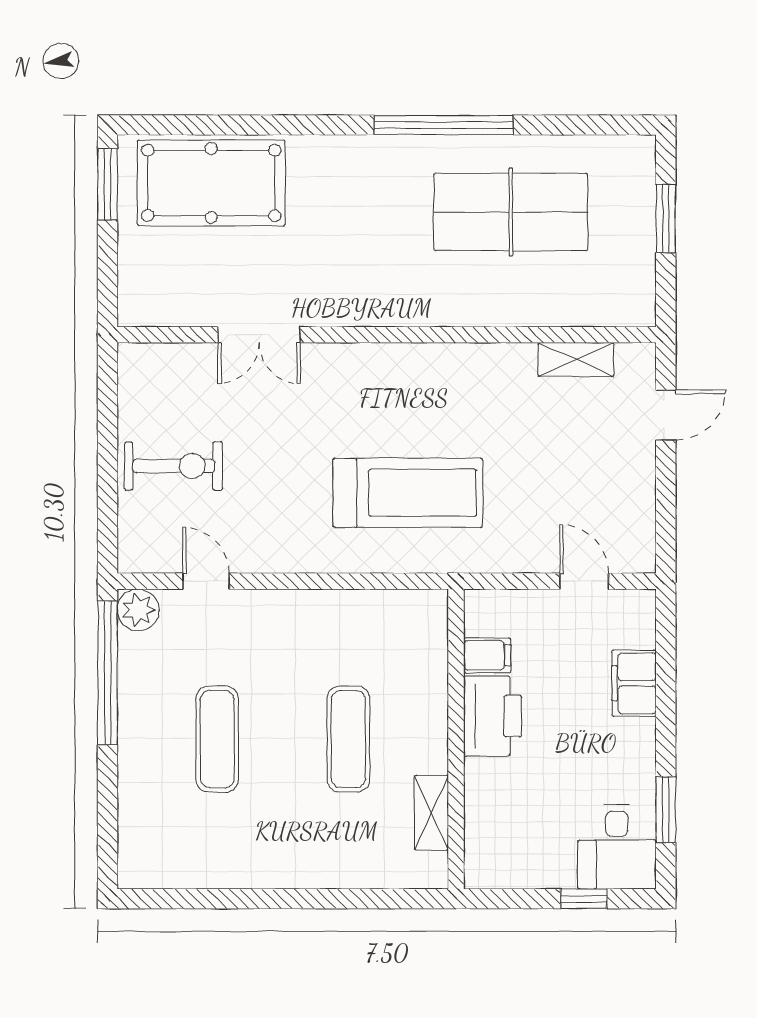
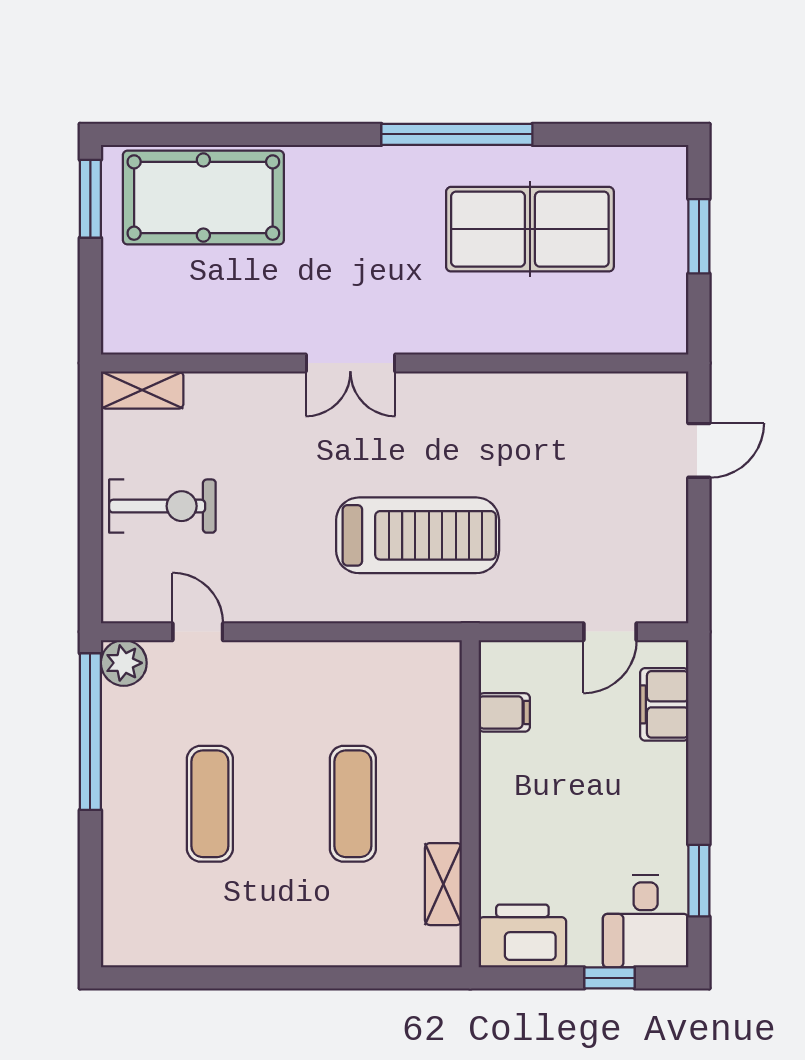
double door: (259, 335) -> (350, 363), moved
shelving: (576, 360) -> (142, 390), moved
door: (584, 581) -> (610, 632), swing flipped
filing cabinet: (634, 683) -> (664, 704), moved
printer: (493, 716) -> (522, 936), moved, turned -90

